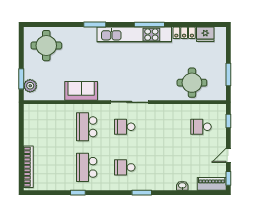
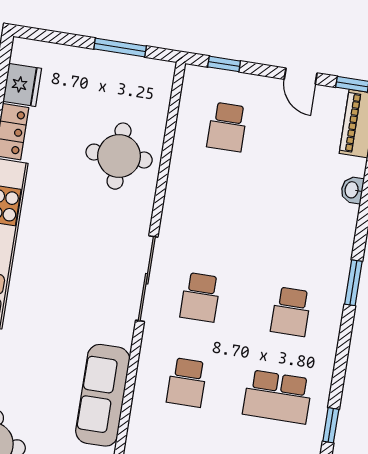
round table: (192, 83) -> (119, 156), moved
sofa: (81, 91) -> (103, 395), width x1.36
school desk: (87, 127) -> (187, 382), width x0.54

